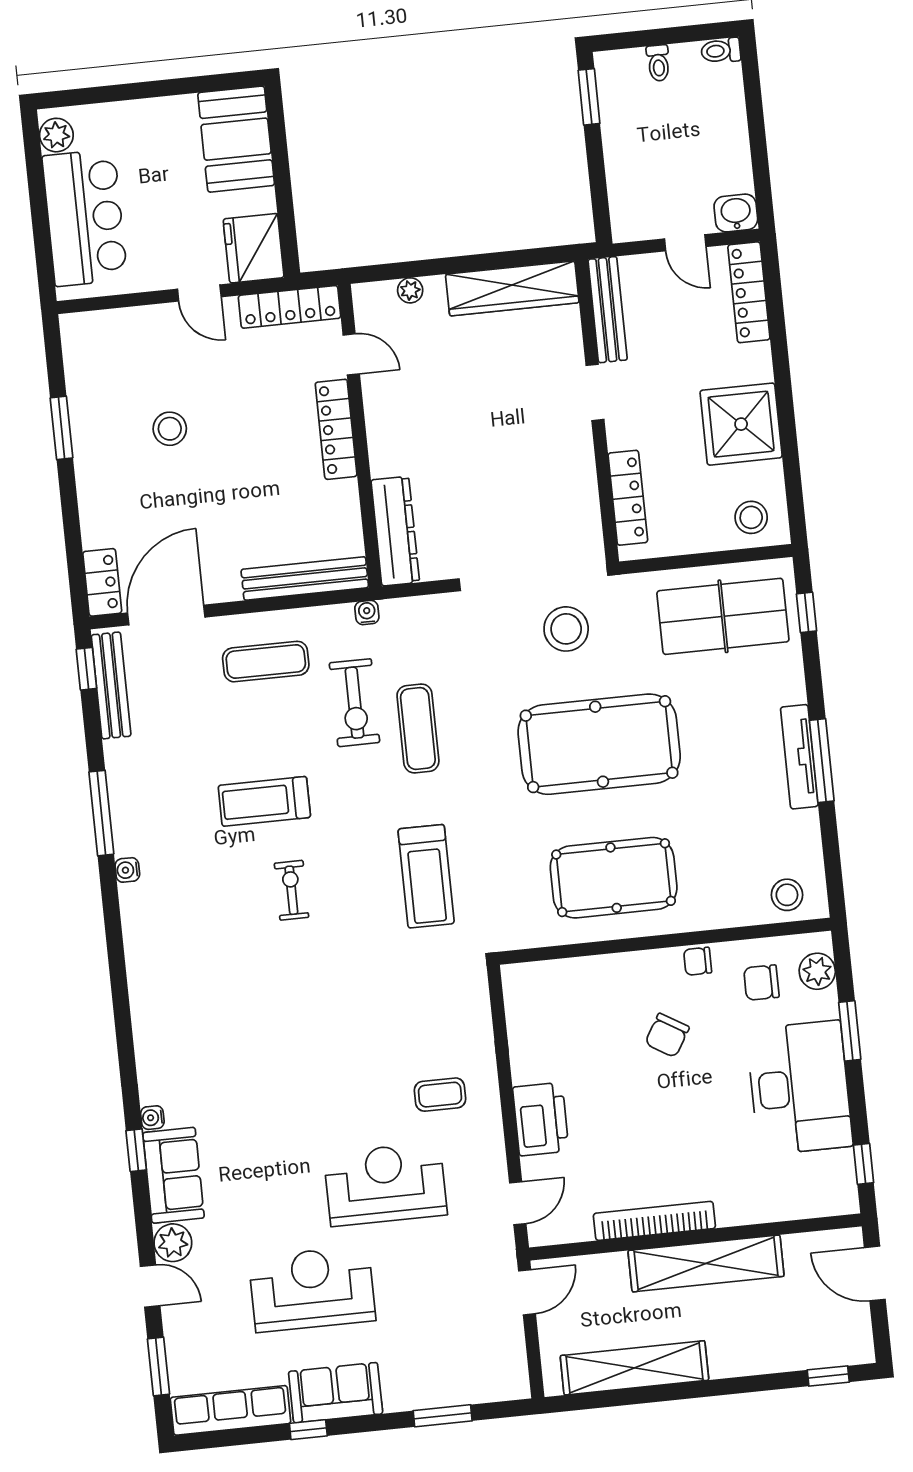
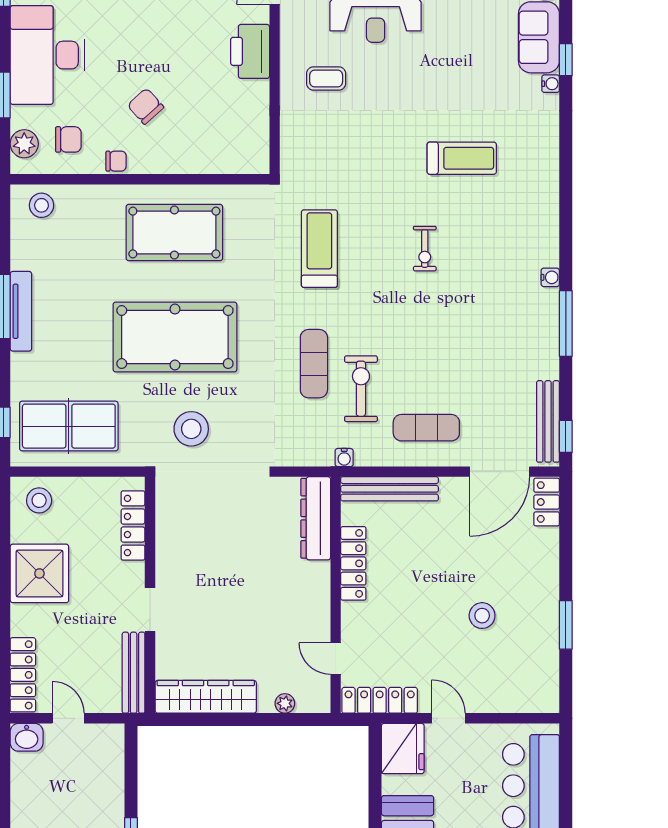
locker: (336, 429) -> (353, 563), moved
treadmill: (264, 801) -> (462, 158), moved
chair: (667, 1035) -> (146, 106), turned -73

